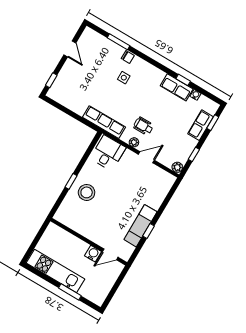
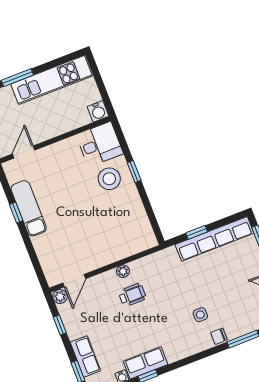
window: (78, 117) -> (197, 232), added
row of seats: (104, 122) -> (214, 239), moved, width x1.36
desk: (108, 153) -> (100, 144), moved, turned -90
door: (146, 157) -> (74, 281), moved
water cooler: (93, 254) -> (98, 111), moved

